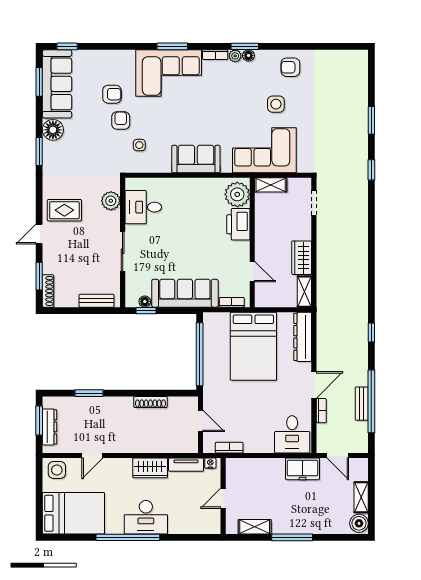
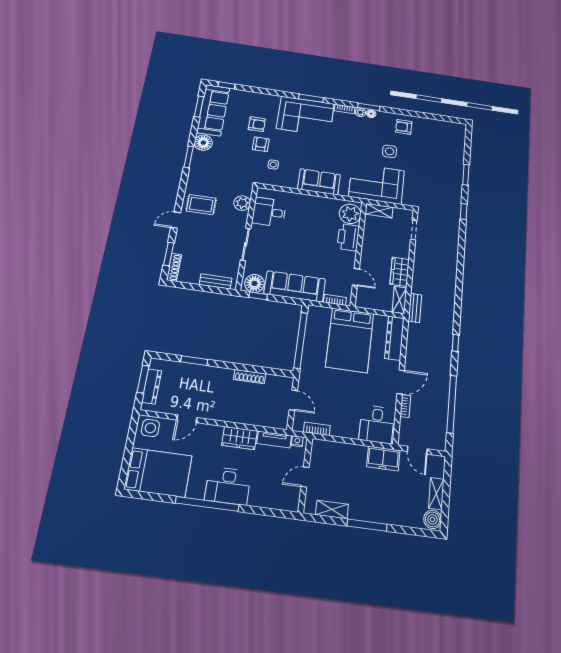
floor lamp: (145, 302) -> (254, 283), width x1.89, depth x1.89
bench: (362, 404) -> (415, 308), moved

